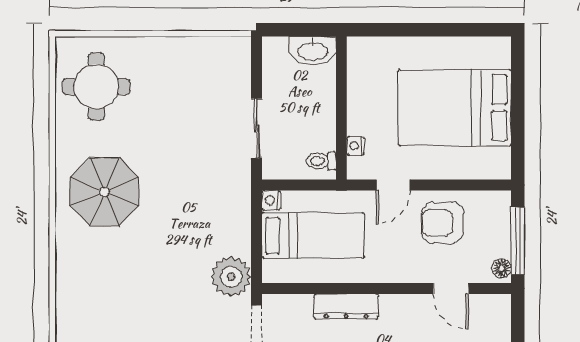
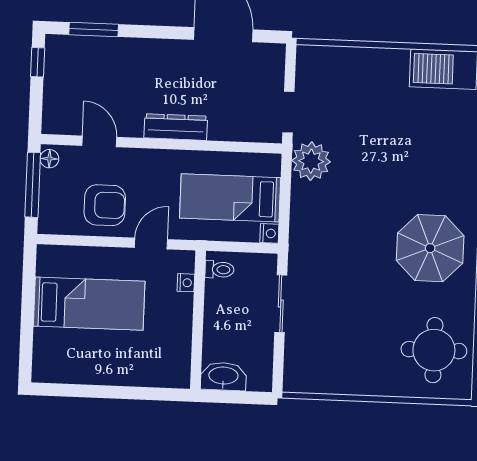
bed: (455, 108) -> (89, 304), width x0.67
dresser: (346, 306) -> (176, 127), moved

